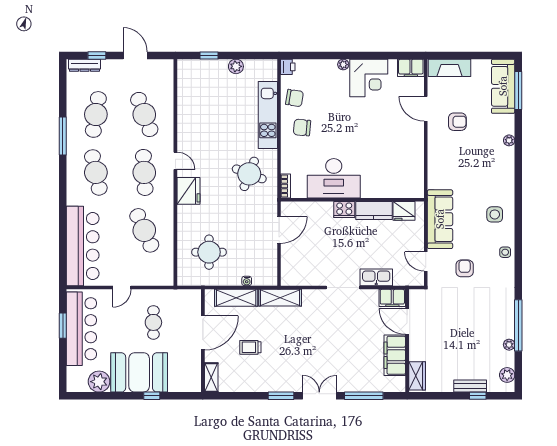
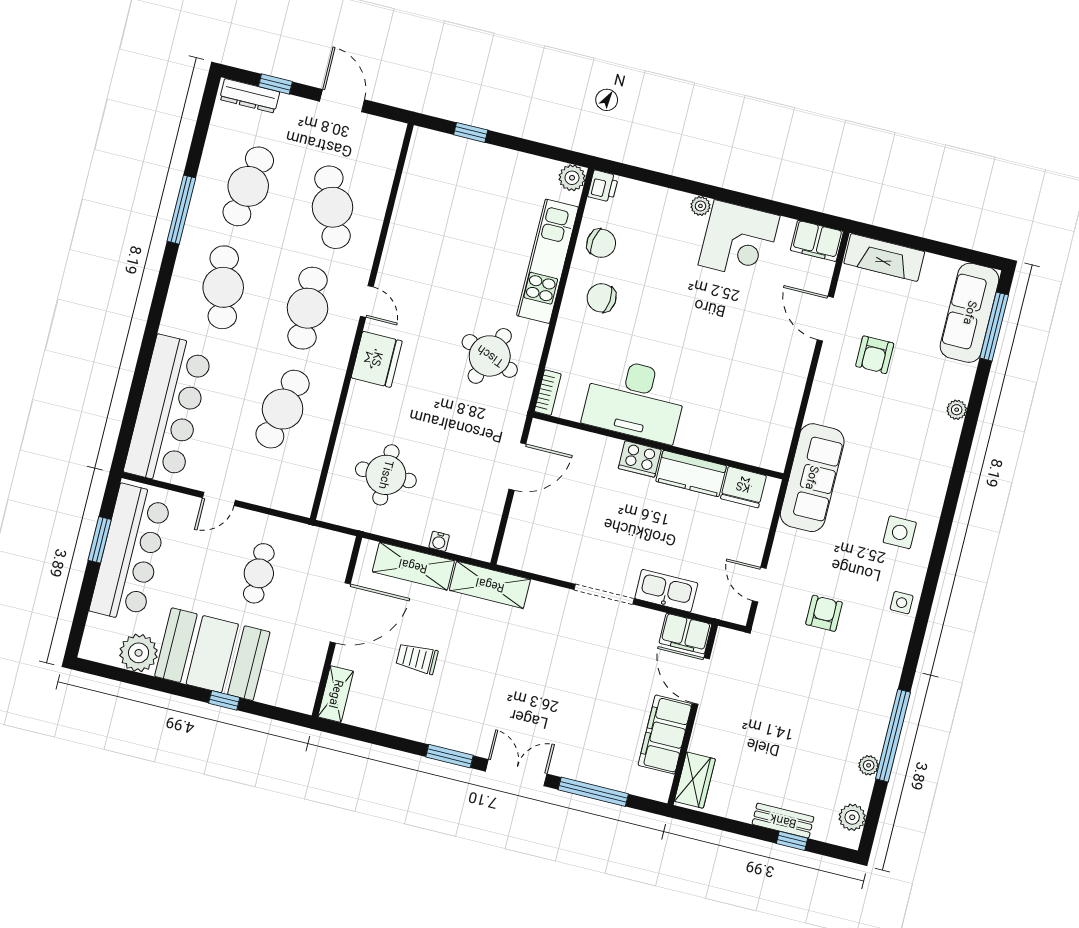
plant: (236, 66) -> (572, 178), moved
armchair: (457, 122) -> (875, 355), turned 90
sofa: (440, 219) -> (812, 478), moved
cafe table: (144, 230) -> (283, 409), turned 36

